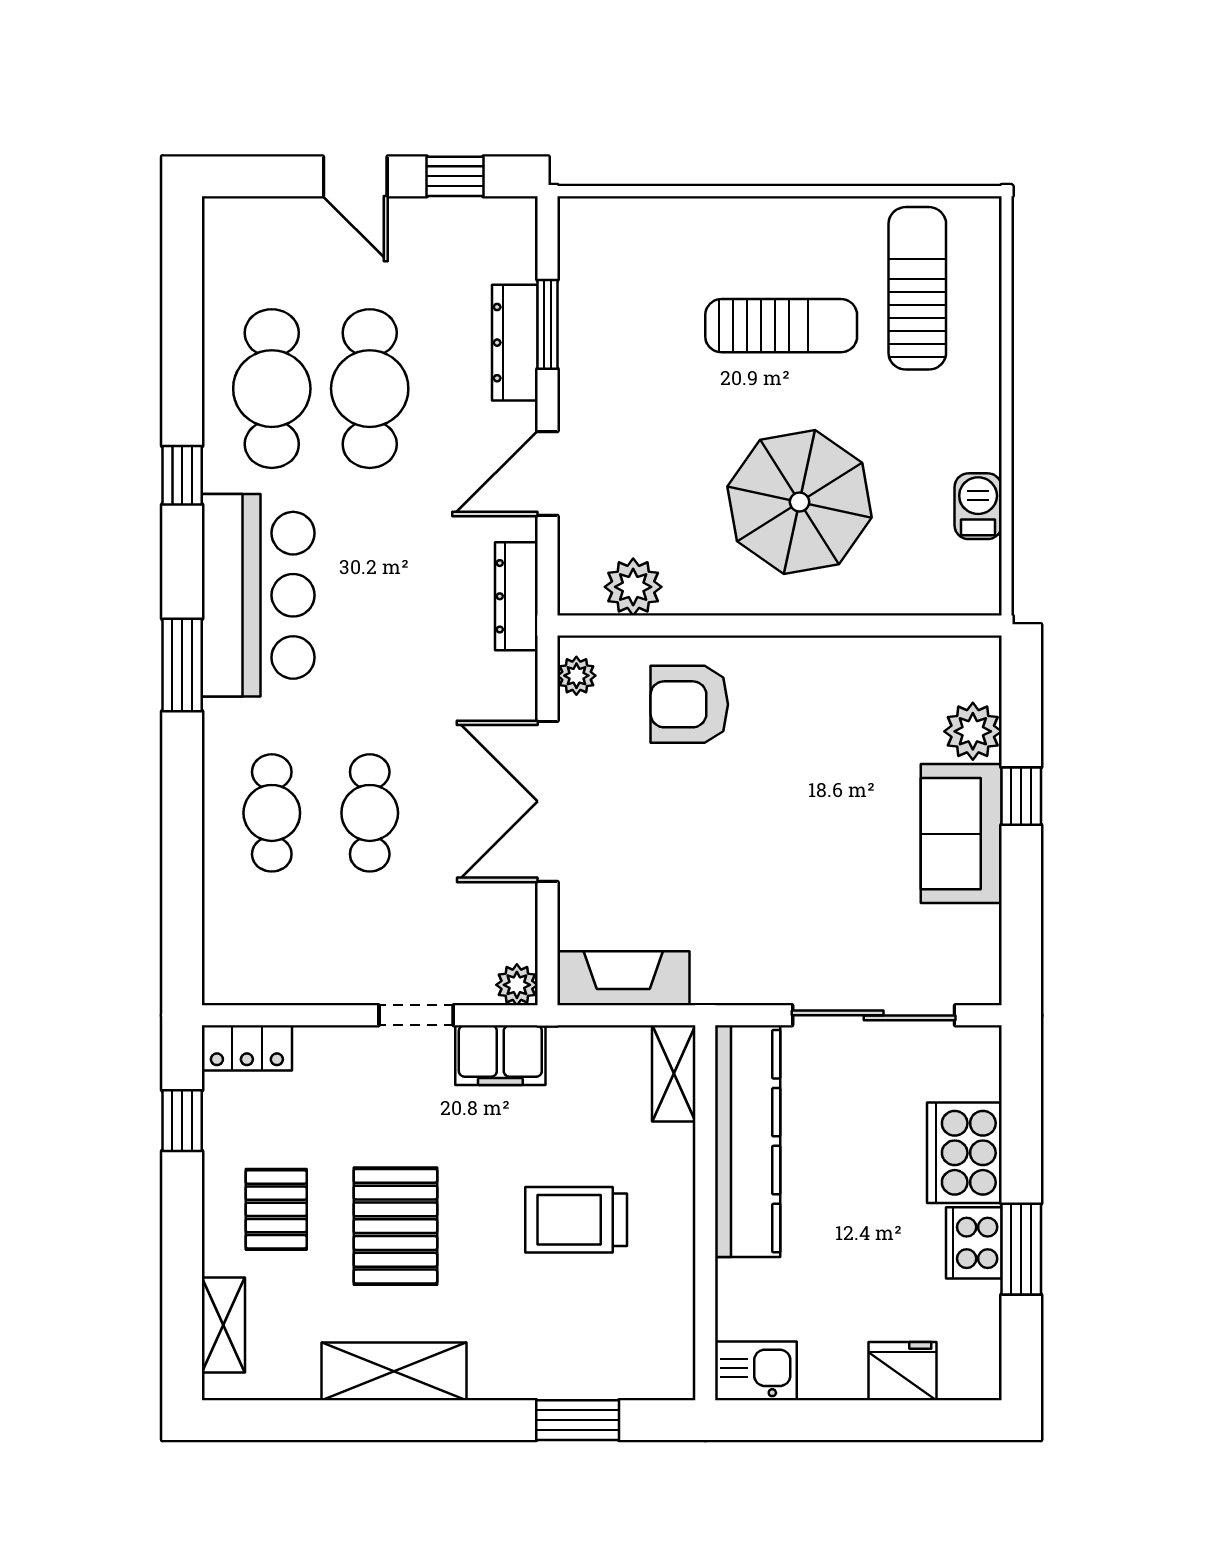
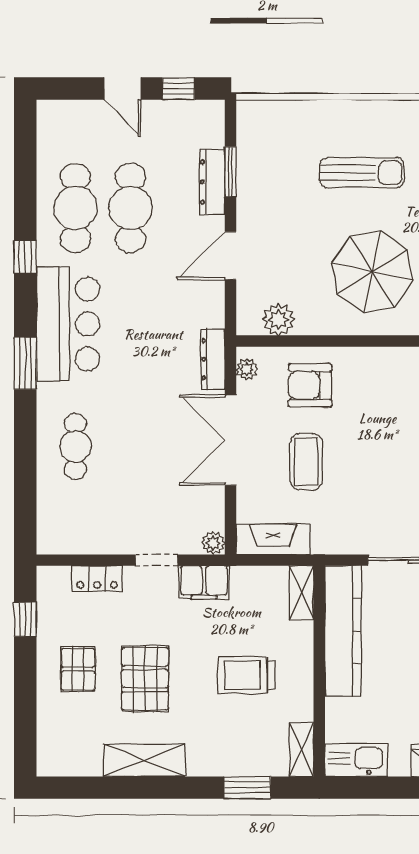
dresser: (516, 596) -> (213, 359), moved
cafe table: (370, 813) -> (131, 446), removed
coffee table: (682, 840) -> (306, 462), added
locker: (247, 1048) -> (97, 578), moved
shelving: (223, 1325) -> (302, 750), moved
kitchen sink: (756, 1371) -> (356, 760), width x1.38

